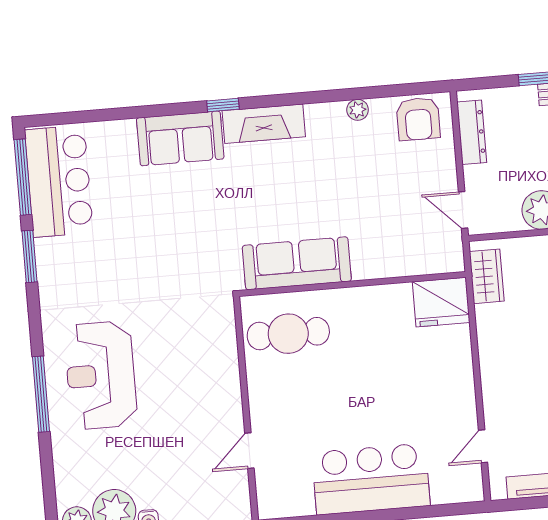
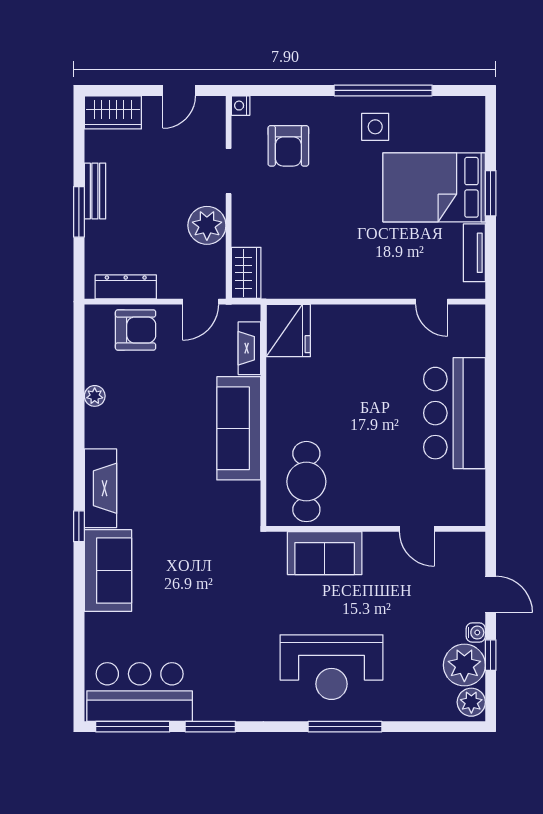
armchair: (418, 119) -> (136, 330), moved
sofa: (297, 263) -> (239, 428), moved
fireplace: (420, 264) -> (249, 348), added
wardrobe: (487, 276) -> (246, 273), moved, turned 90
sofa: (217, 358) -> (325, 553), added

